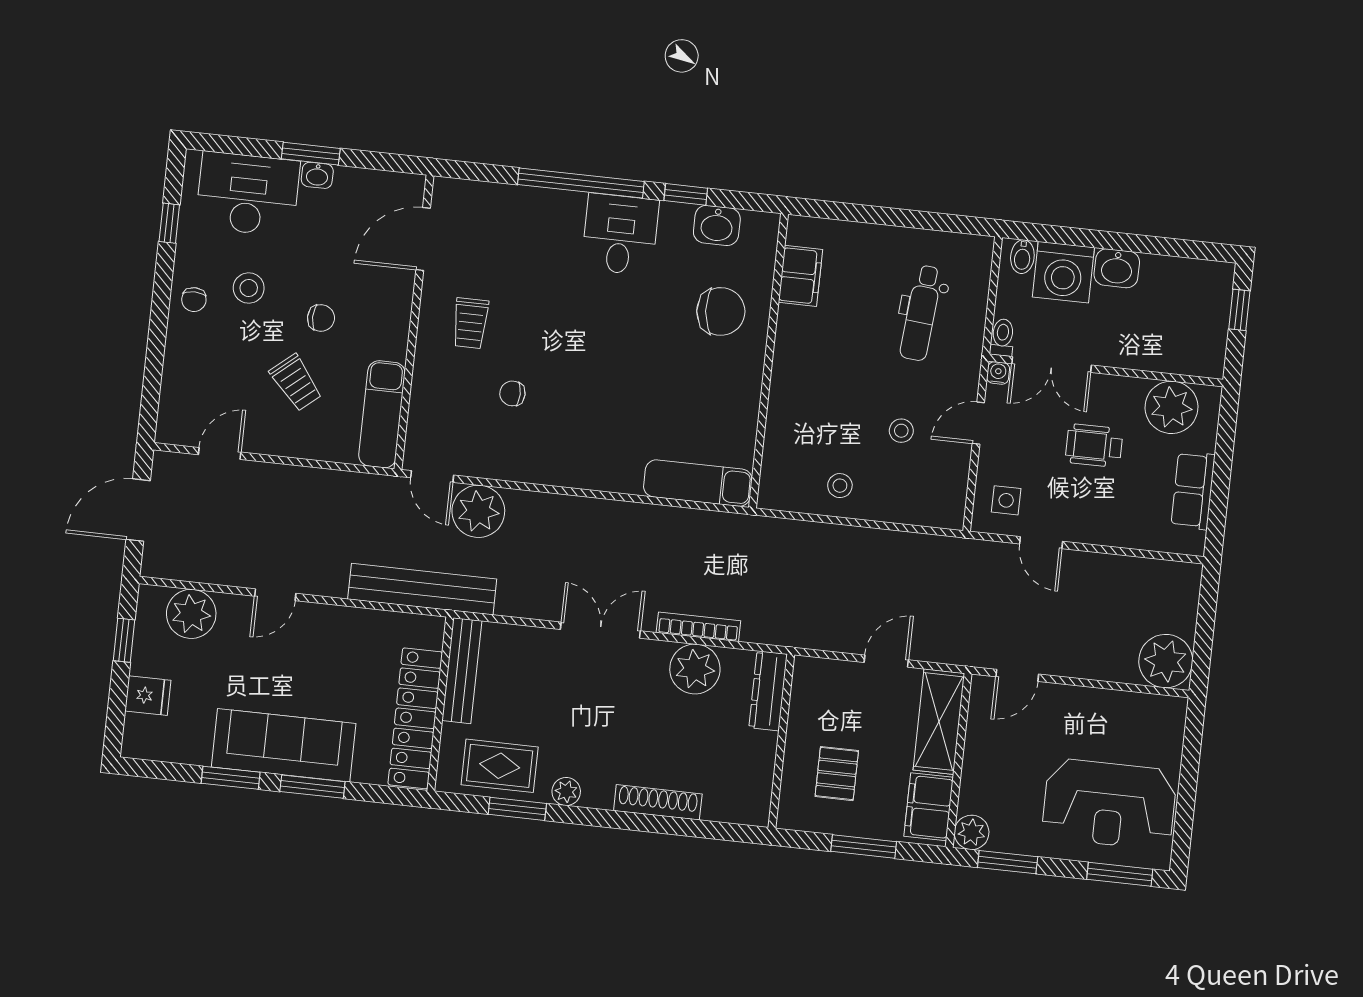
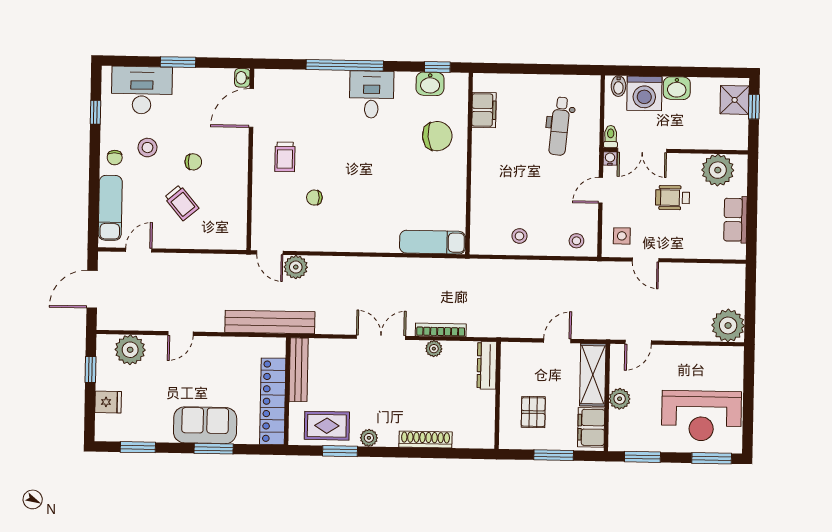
washbasin: (317, 175) -> (242, 78), moved, turned 90
window: (686, 194) -> (437, 67), moved
shower: (1209, 296) -> (735, 100), added
exam couch: (382, 414) -> (110, 208), moved, turned 180
stool: (901, 431) -> (576, 241), moved
plant: (478, 511) -> (296, 267), width x0.73, depth x0.73
plant: (695, 669) -> (434, 349), width x0.53, depth x0.53
sofa: (284, 745) -> (205, 425), width x0.73
window: (231, 778) -> (138, 447), moved
plant: (972, 832) -> (620, 399), moved

